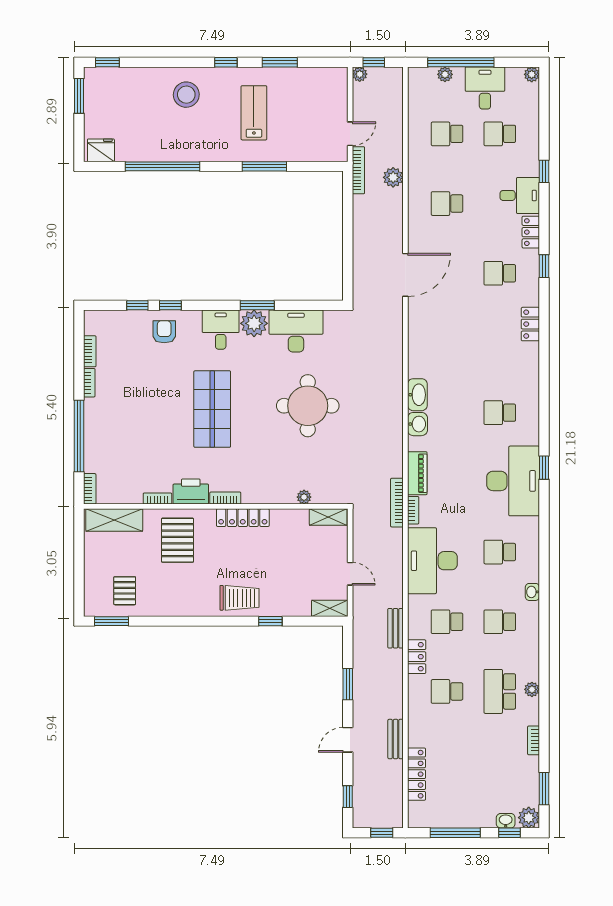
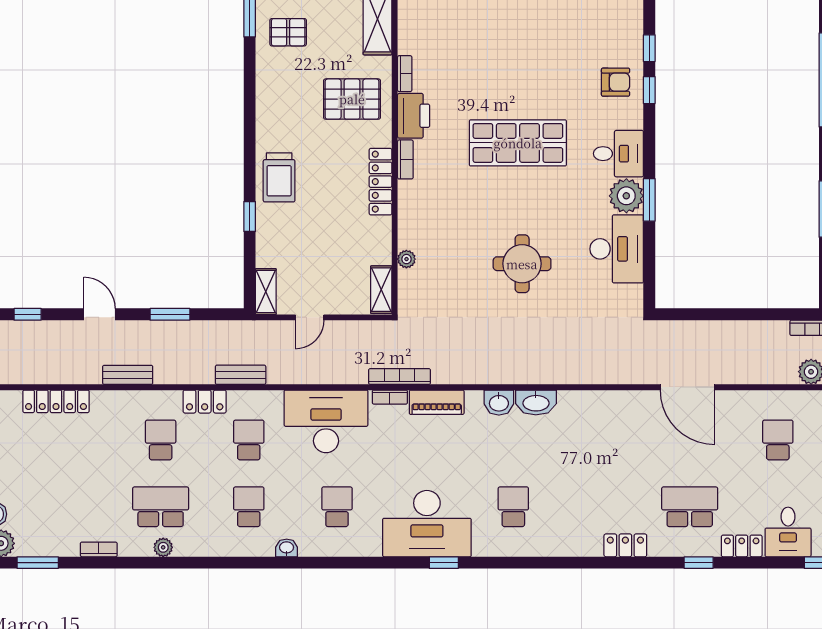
school desk: (500, 273) -> (690, 507), width x1.85
round table: (308, 406) -> (522, 264), width x0.73, depth x0.73
bench: (396, 739) -> (128, 375), moved

